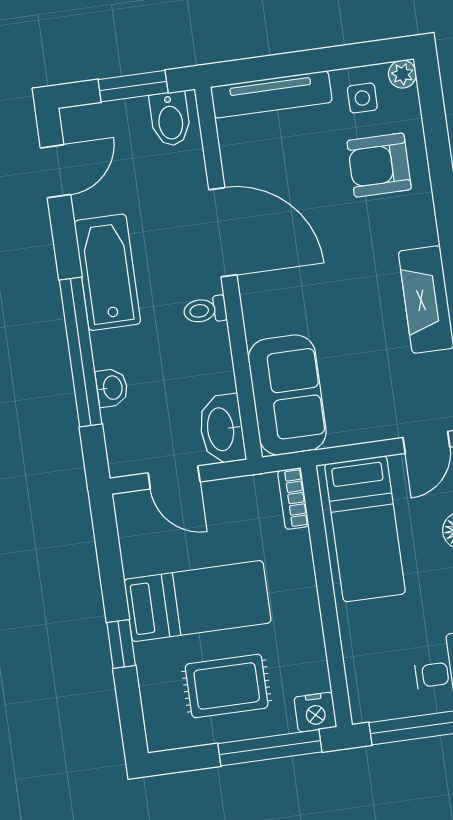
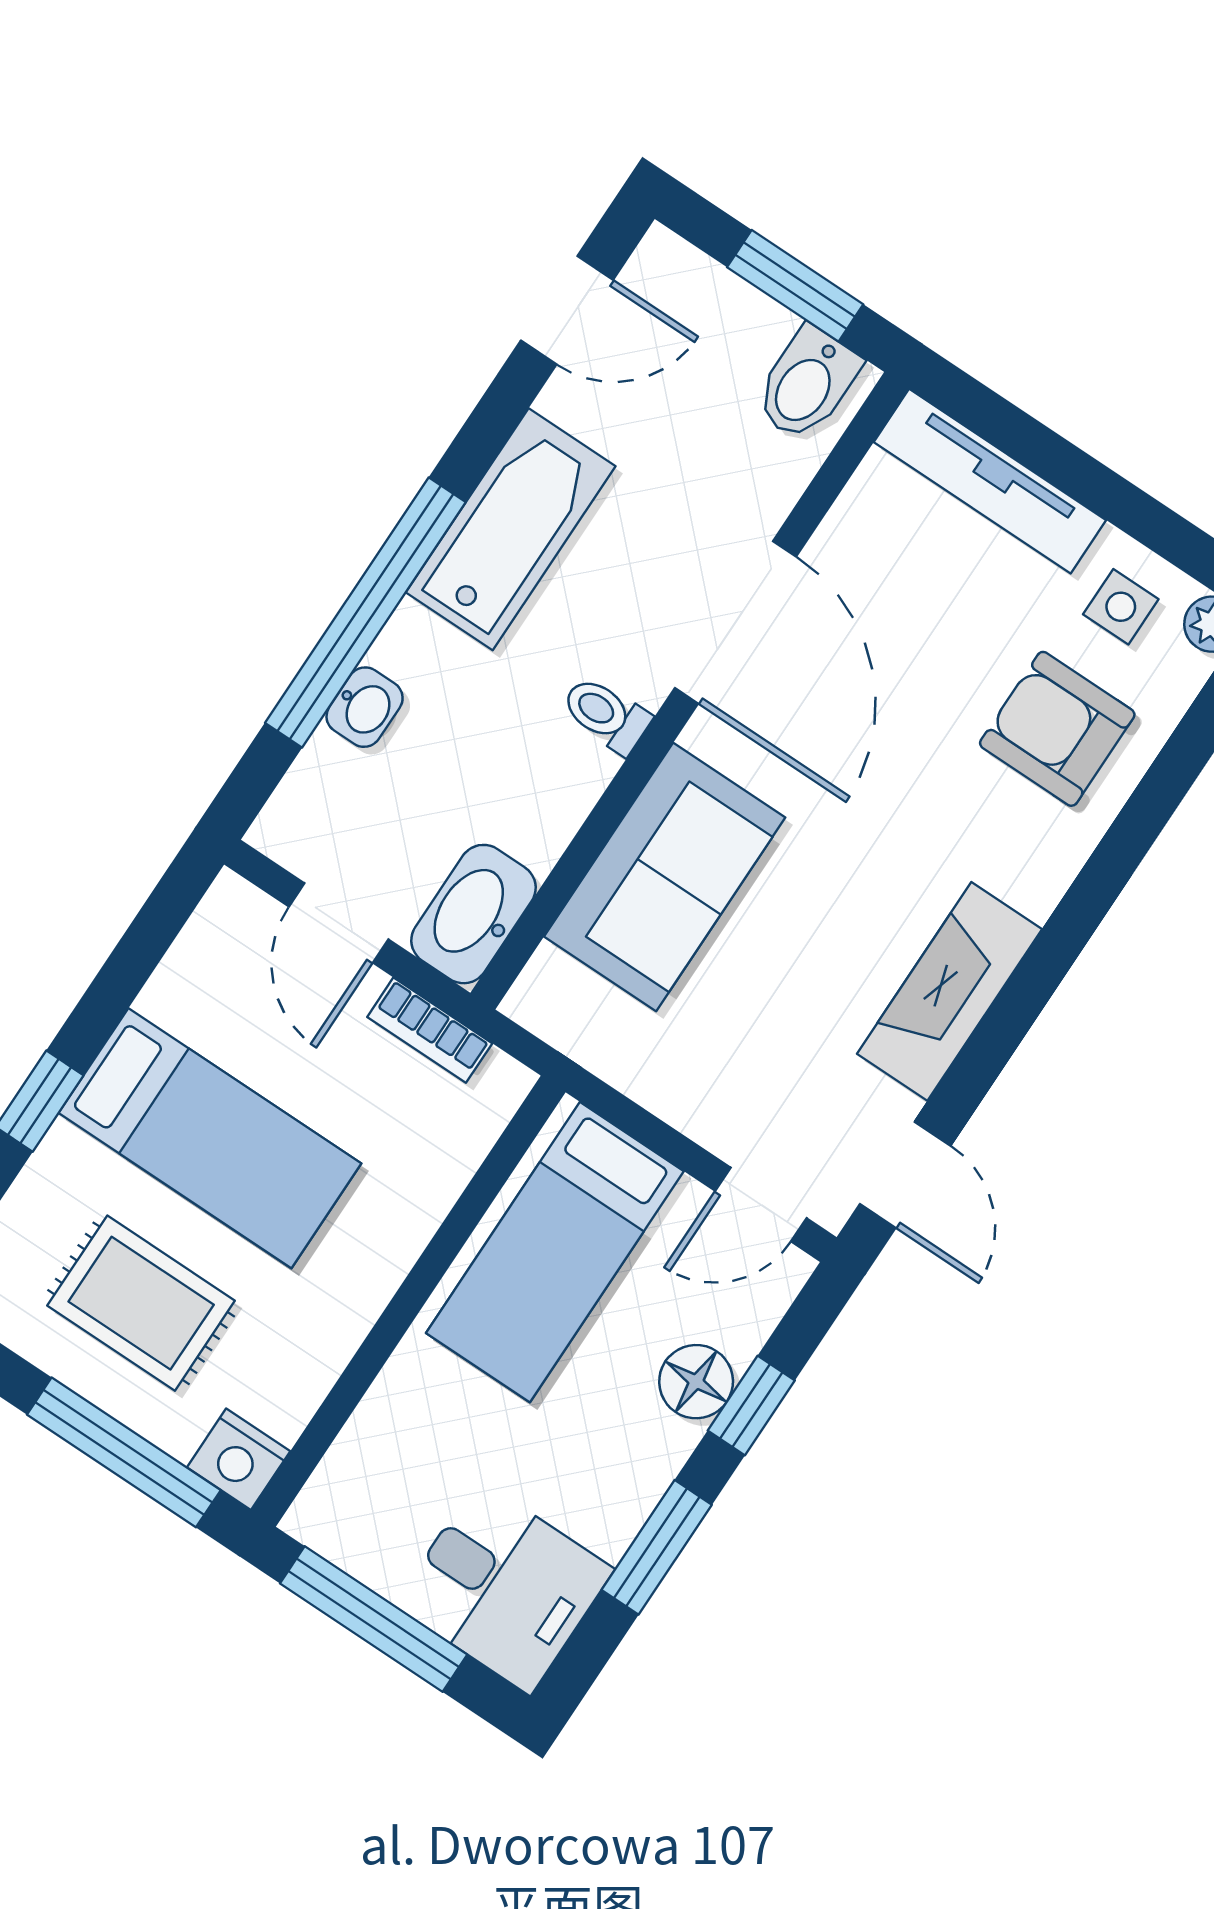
sofa: (287, 395) -> (665, 877), moved
bookcase: (293, 499) -> (430, 1030), moved, turned -90

